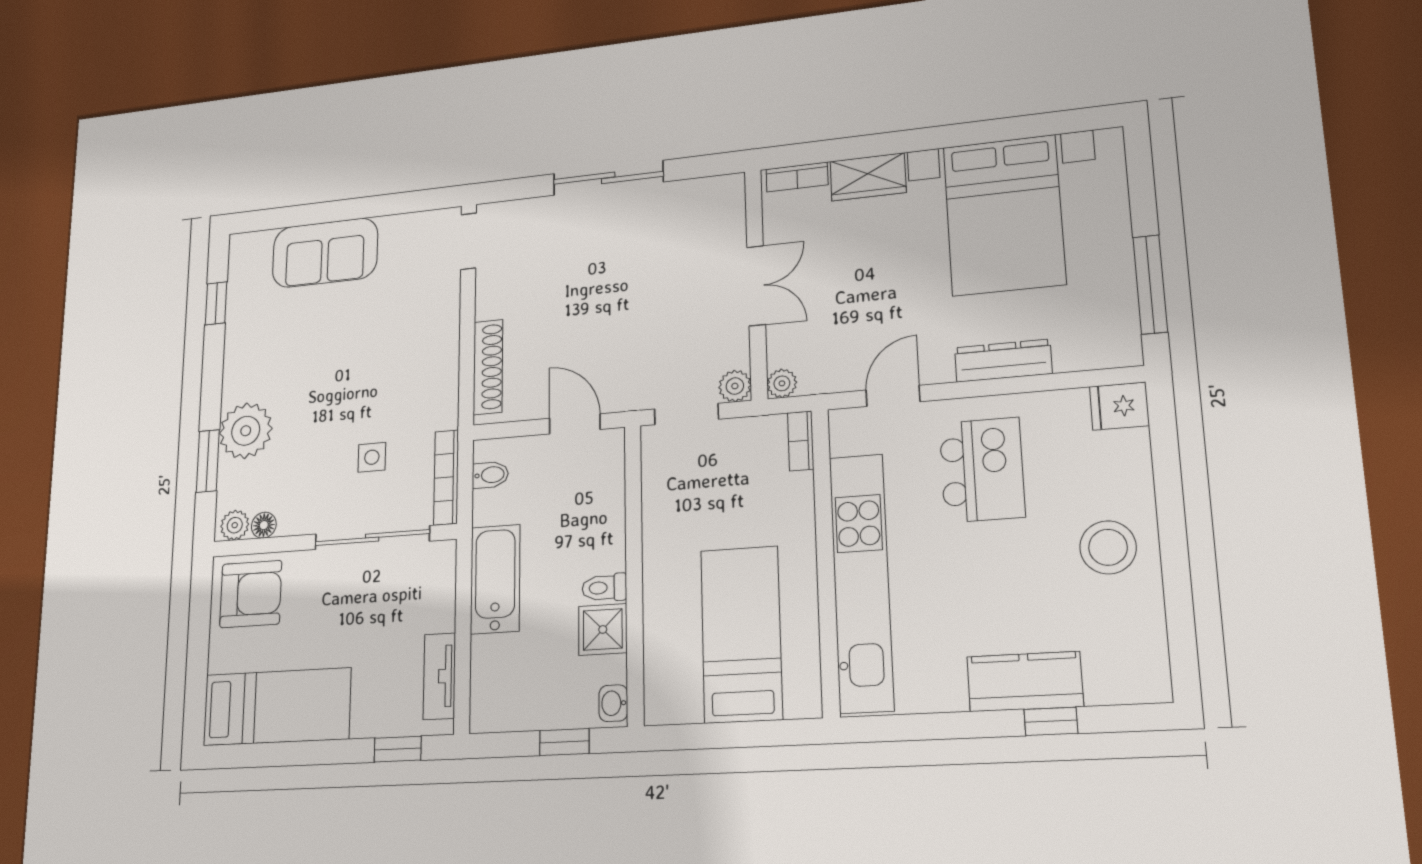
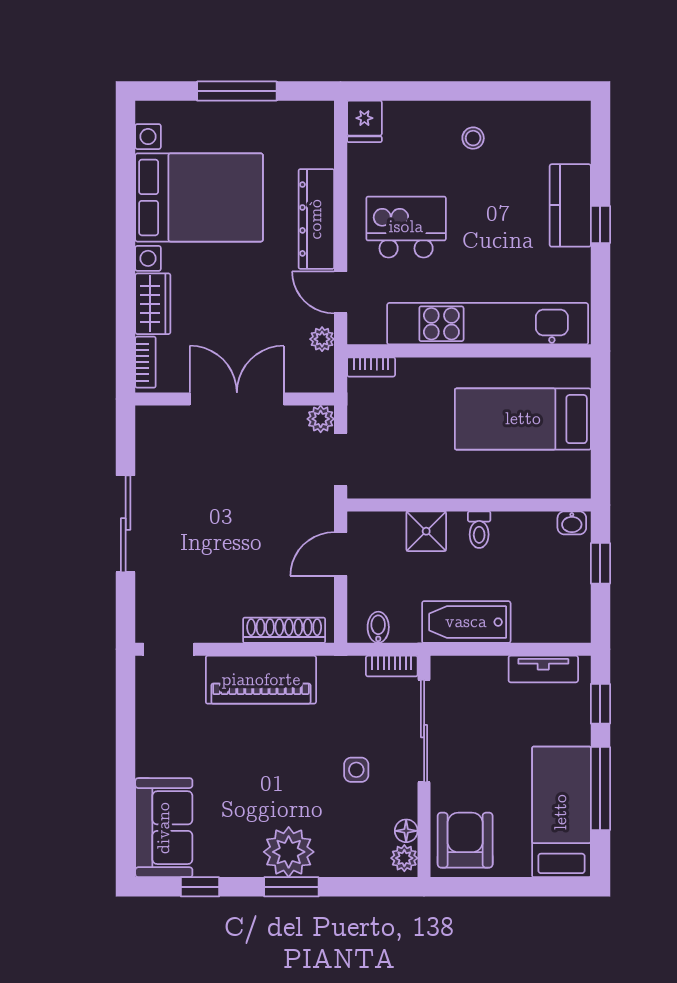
sofa: (325, 253) -> (164, 828), moved
window: (1150, 284) -> (237, 91), moved
double door: (756, 286) -> (237, 399), width x1.37
piano: (433, 346) -> (261, 680), added
dresser: (1003, 361) -> (316, 219), width x1.37, depth x1.24
plant: (782, 383) -> (322, 339), moved
plant: (246, 431) -> (289, 852), moved
side table: (372, 457) -> (356, 770), moved
window: (208, 461) -> (291, 887), moved
bookcase: (446, 477) -> (392, 666), width x0.64
stool: (1108, 547) -> (473, 138), width x0.53, depth x0.53
shower: (603, 629) -> (426, 531), moved
window: (1051, 721) -> (600, 224), moved
window: (301, 753) -> (600, 789), added

